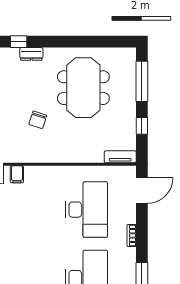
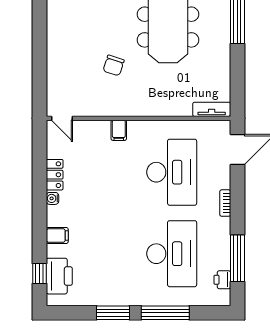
window: (142, 126) -> (237, 73), removed
filing cabinet: (17, 174) -> (119, 130), moved

